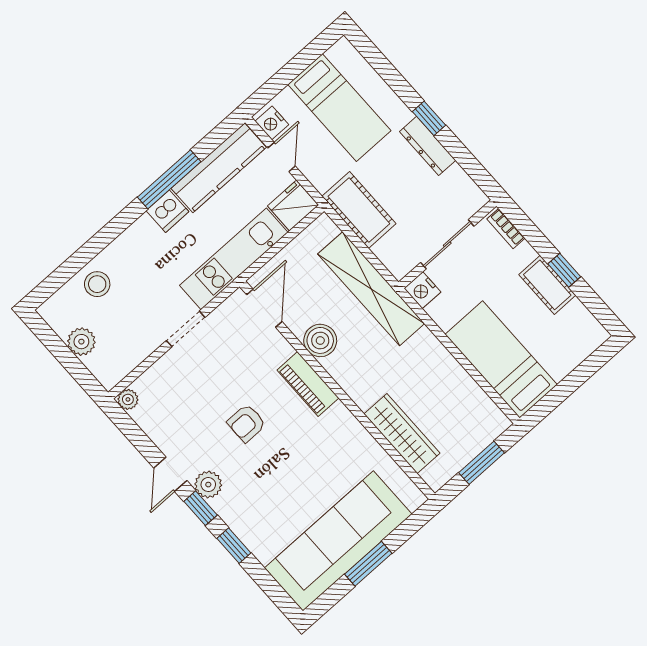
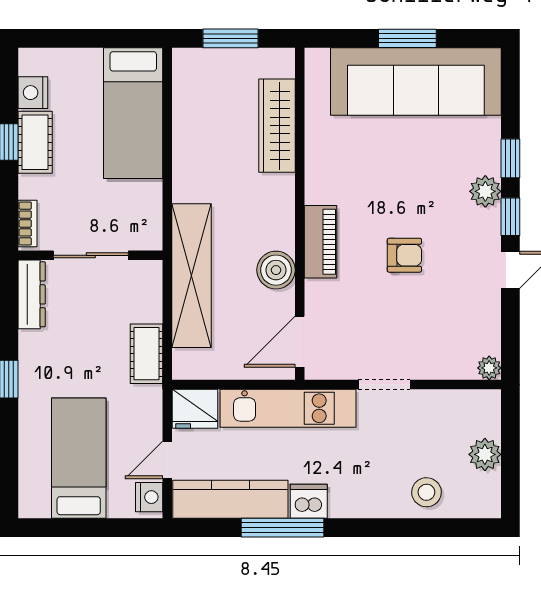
dresser: (428, 146) -> (32, 294), moved
cot: (359, 210) -> (147, 354), width x0.73, depth x0.75
nightstand: (422, 290) -> (33, 93), moved, turned 180
plant: (208, 485) -> (485, 191), moved

